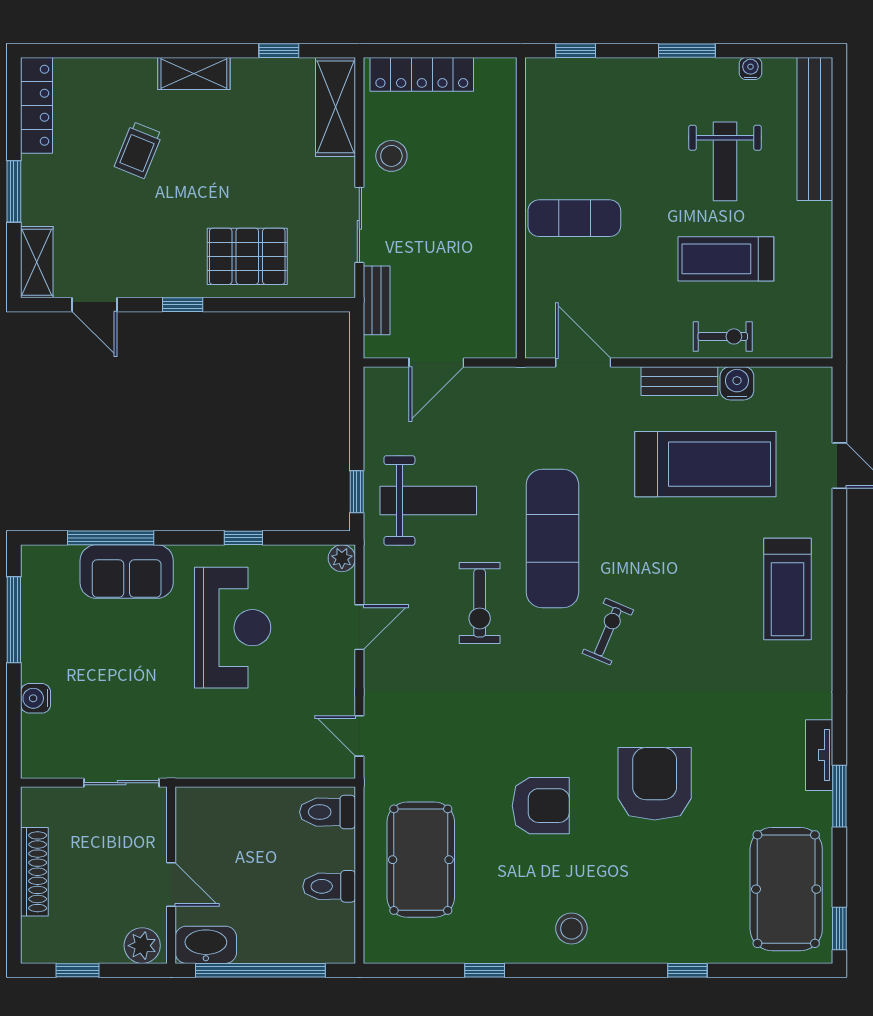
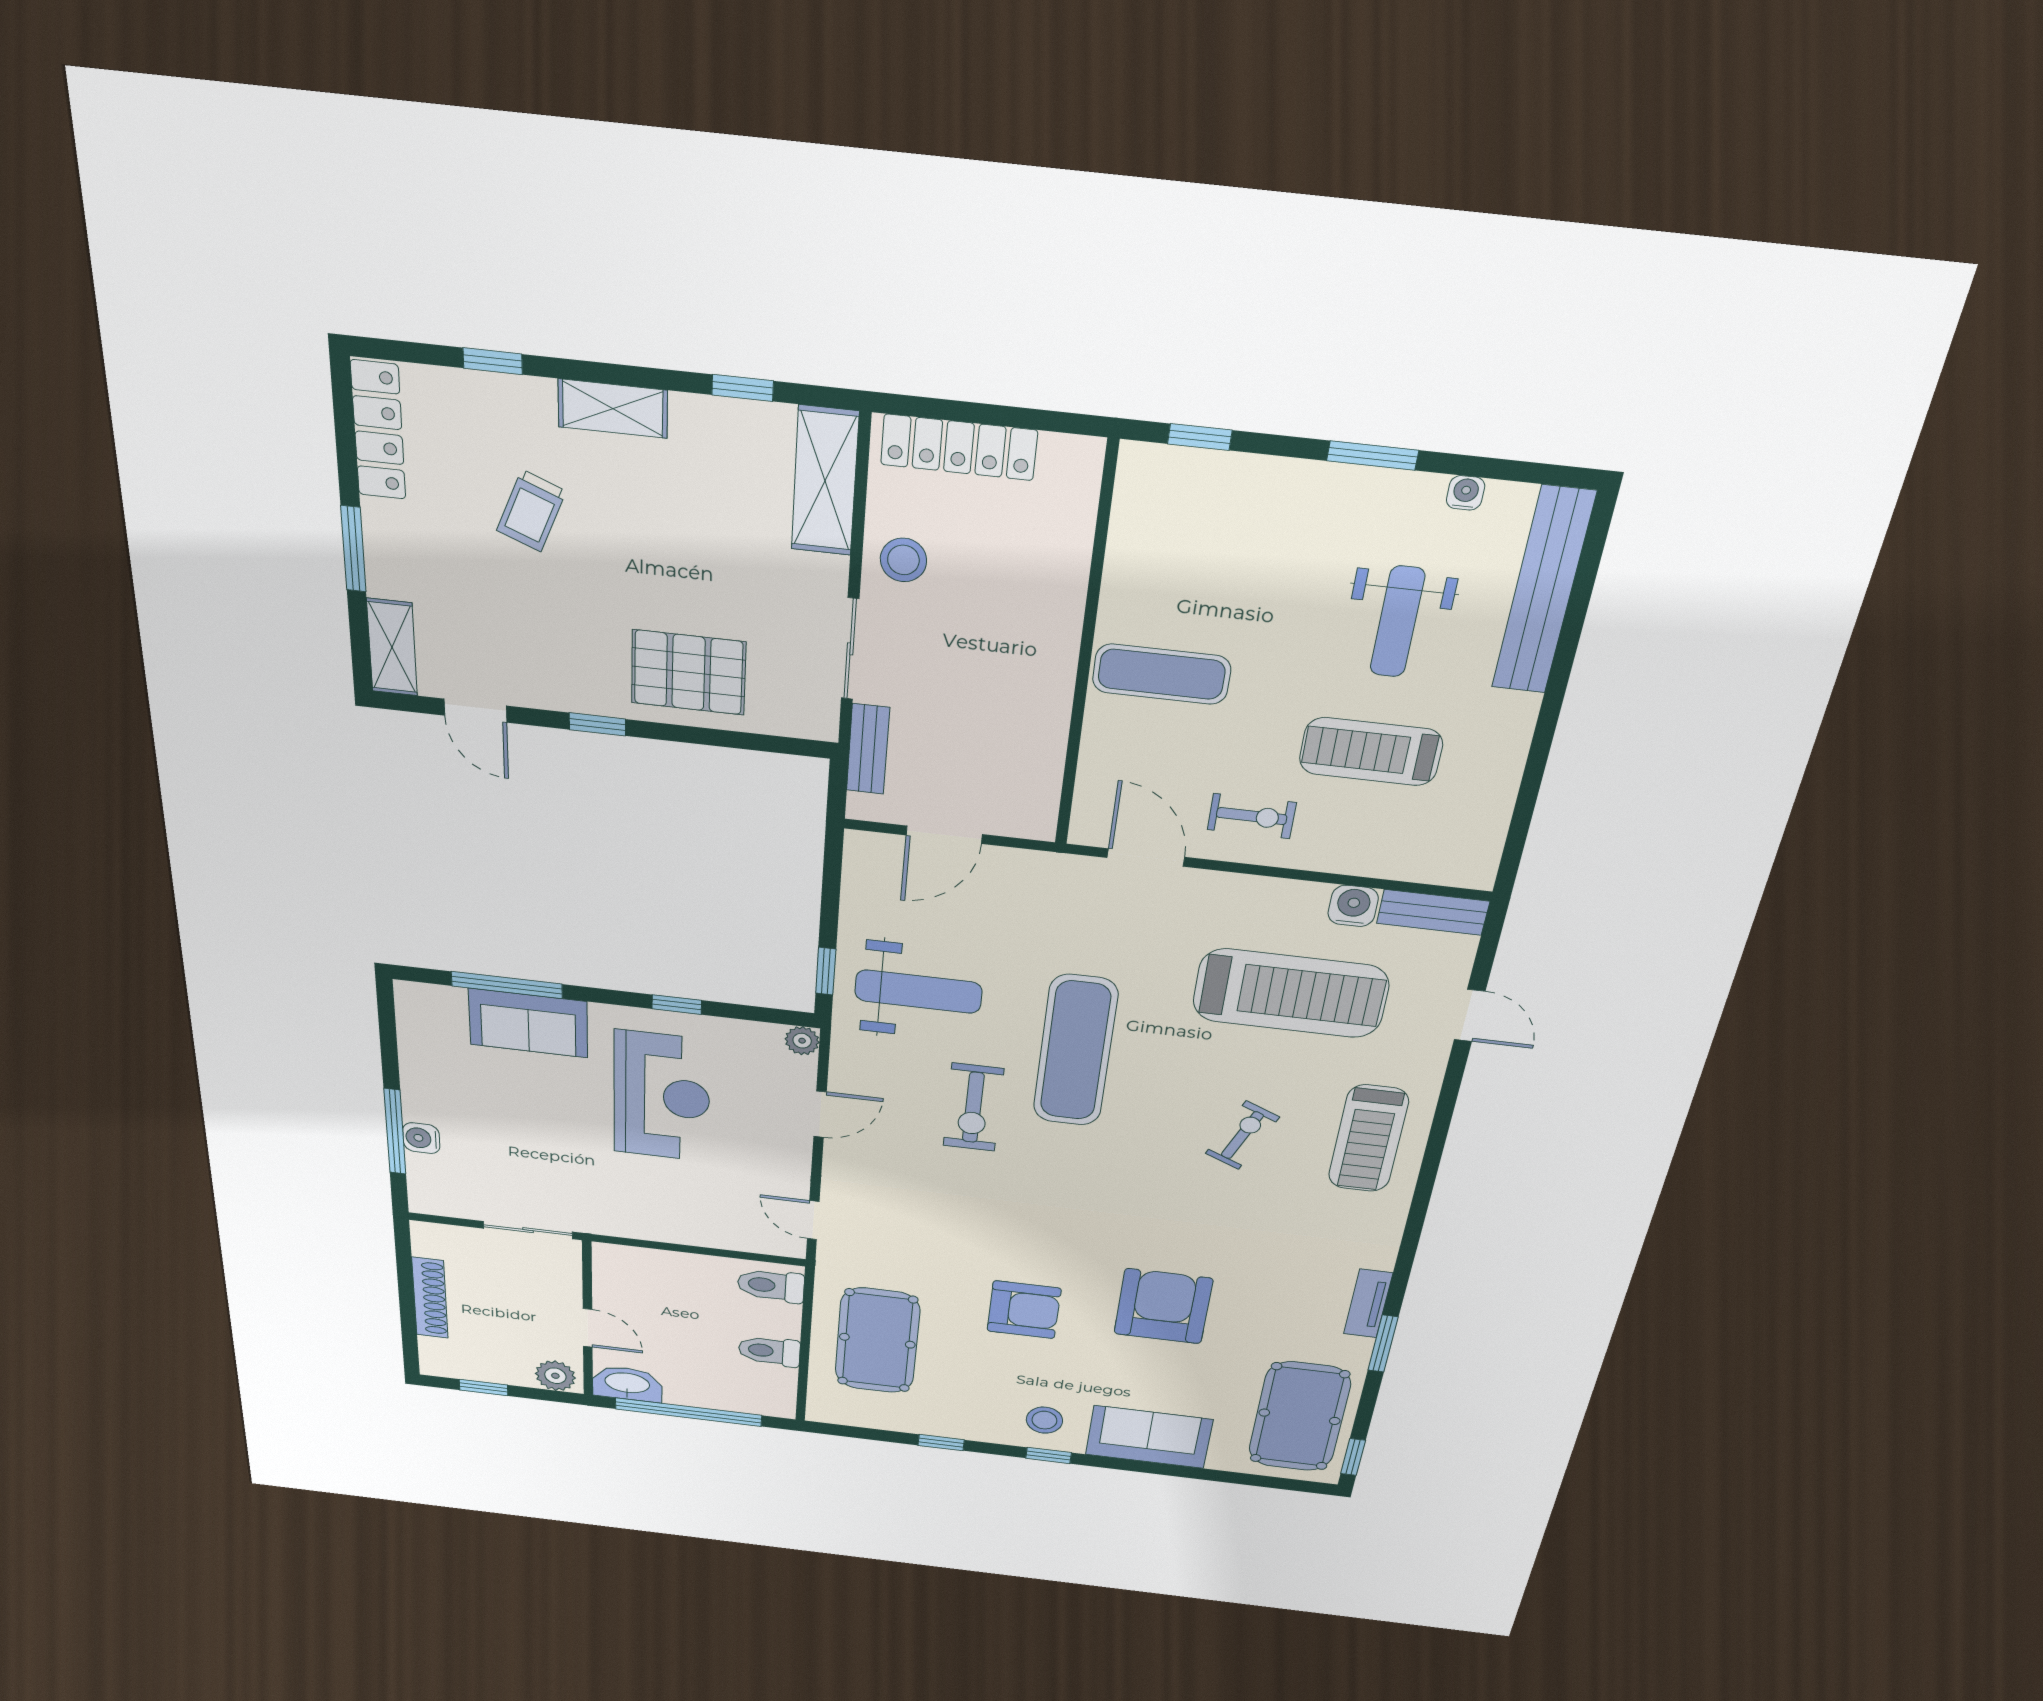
window: (115, 51) -> (493, 361), added
exercise bike: (723, 336) -> (1252, 816), moved
bench: (679, 381) -> (1433, 912), moved
window: (14, 620) -> (395, 1132), moved
exercise bike: (608, 632) -> (1242, 1135), moved
sofa: (663, 934) -> (1149, 1437), added
window: (687, 970) -> (1049, 1455), moved

